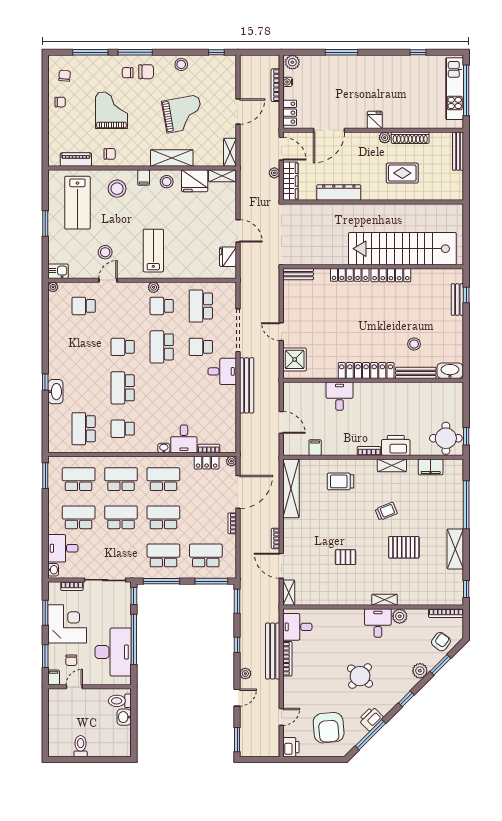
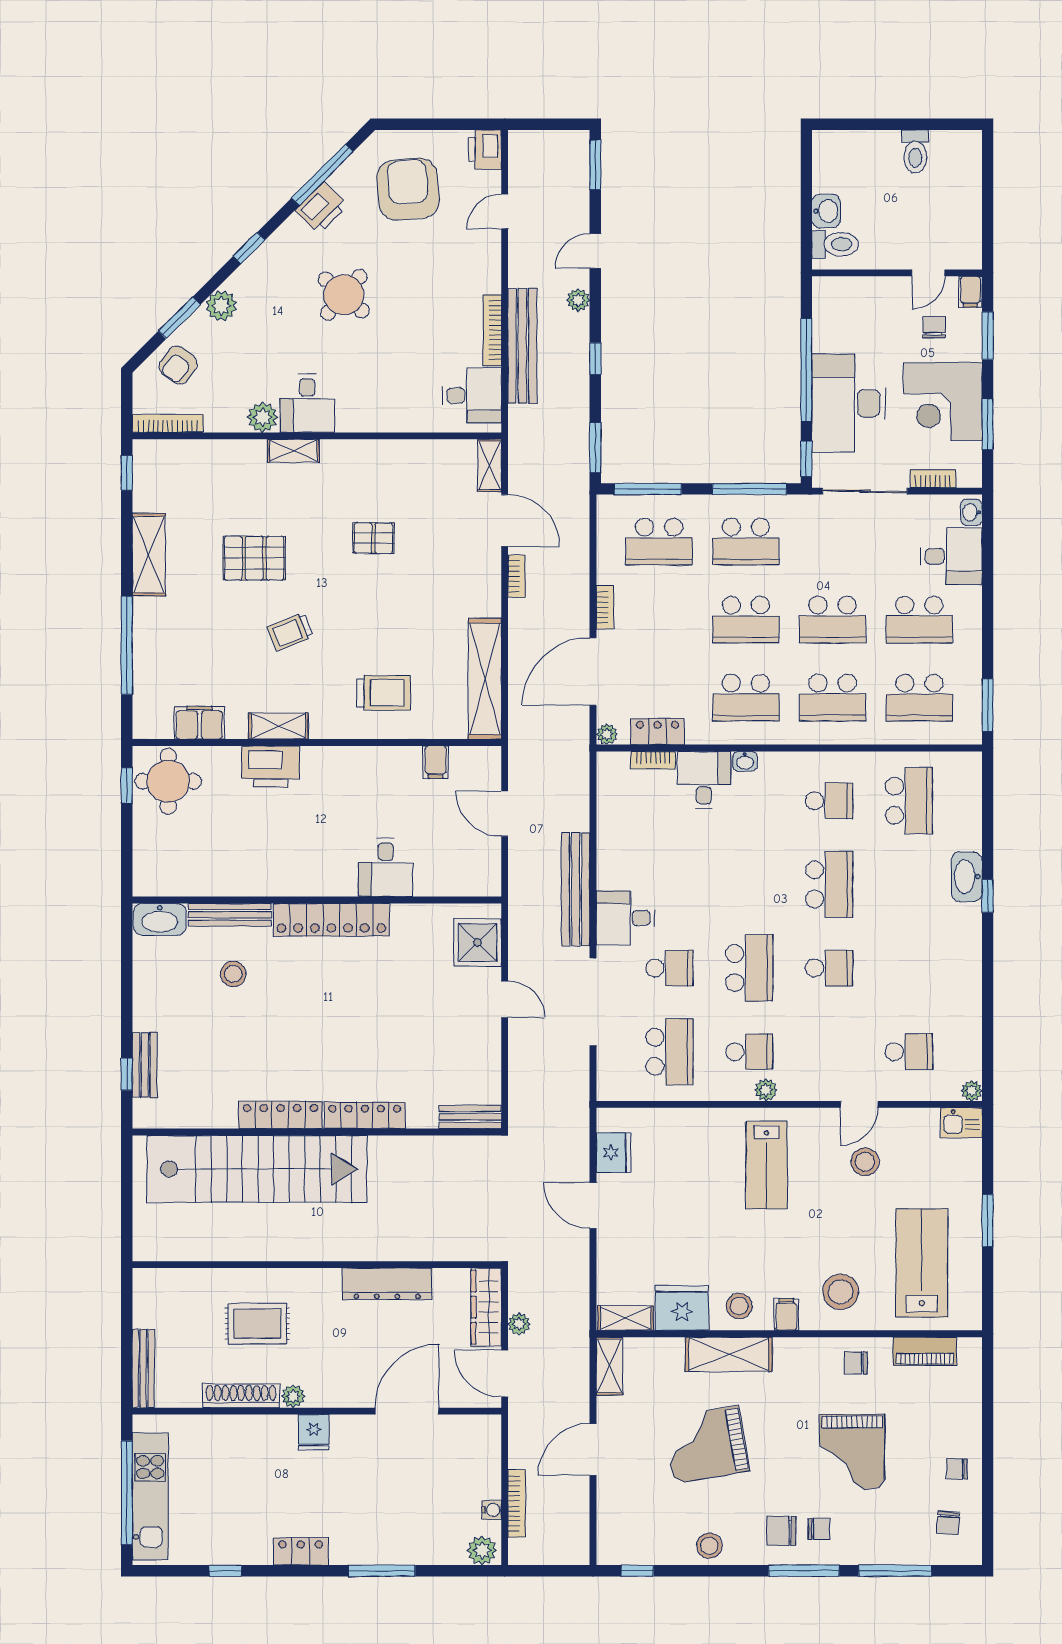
locker: (290, 113) -> (301, 1551), moved, turned 90
bookcase: (369, 451) -> (325, 755), removed
desk: (113, 652) -> (849, 403), moved

